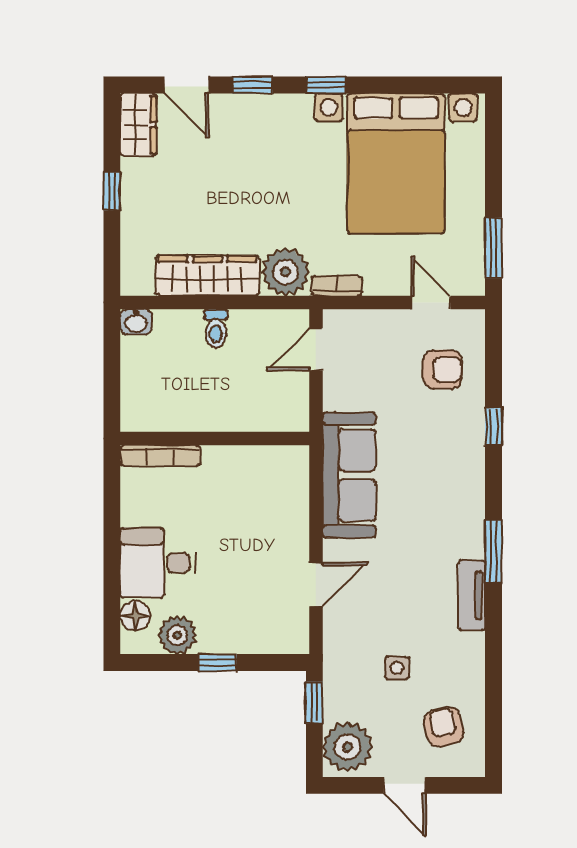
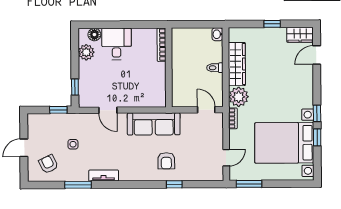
window: (252, 85) -> (317, 137), moved
armchair: (443, 369) -> (166, 161), moved
window: (494, 552) -> (78, 185), moved
window: (217, 663) -> (75, 87), moved
armchair: (444, 727) -> (48, 164), turned -104
plant: (347, 747) -> (40, 124), removed

